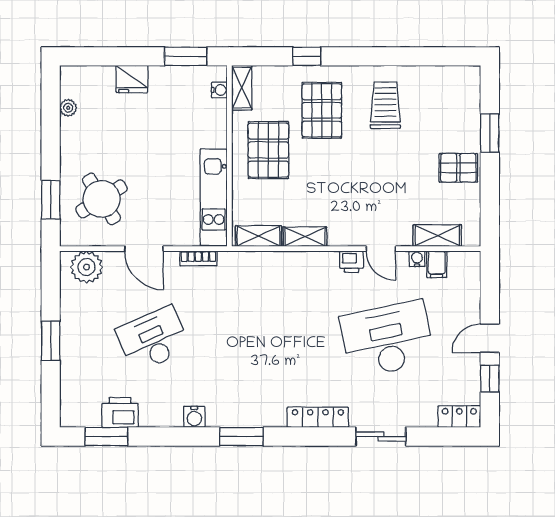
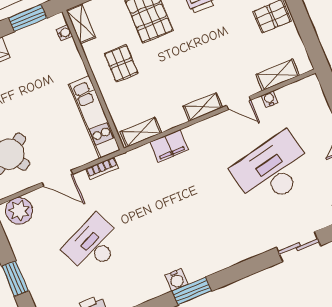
pallet: (268, 150) -> (121, 63), width x0.67, depth x0.71
shelving: (305, 237) -> (203, 107), moved
printer: (352, 262) -> (220, 122), removed
filing cabinet: (437, 264) -> (169, 146), moved, width x2.00
water cooler: (194, 417) -> (177, 280), moved
locker: (318, 417) -> (244, 252), removed

